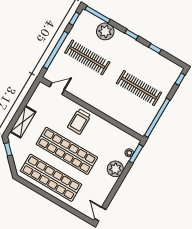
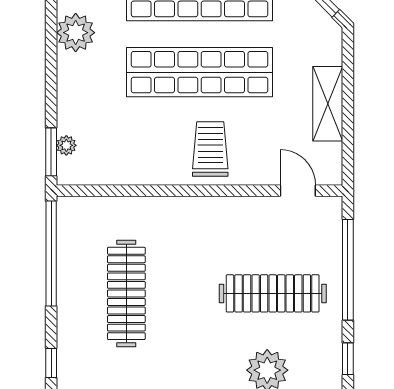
door: (57, 88) -> (298, 191), swing flipped
clothes rail: (139, 88) -> (126, 293), turned 90
shelving: (23, 122) -> (328, 104), moved
plant: (115, 169) -> (76, 33), moved

